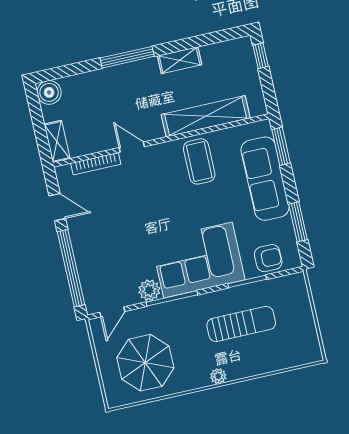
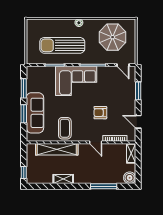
window: (127, 57) -> (104, 186), moved
window: (281, 146) -> (24, 114), moved
armchair: (268, 258) -> (100, 113), moved
window: (71, 268) -> (138, 91), width x0.47
plant: (149, 290) -> (103, 72), removed
door: (112, 312) -> (123, 65), swing flipped
sun lounger: (241, 324) -> (62, 45), width x1.36, depth x1.34

